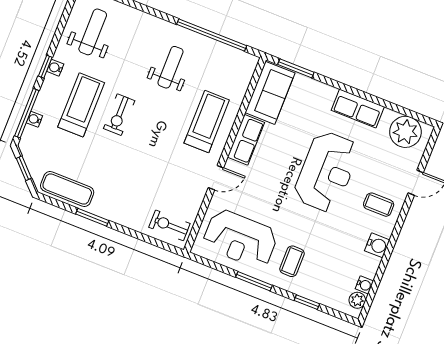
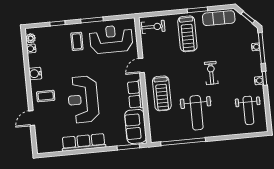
weight bench: (170, 67) -> (197, 113), width x1.36, depth x1.33
treadmill: (81, 105) -> (187, 34), moved
row of seats: (358, 108) -> (84, 142), width x1.48
plant: (405, 132) -> (51, 143), removed

